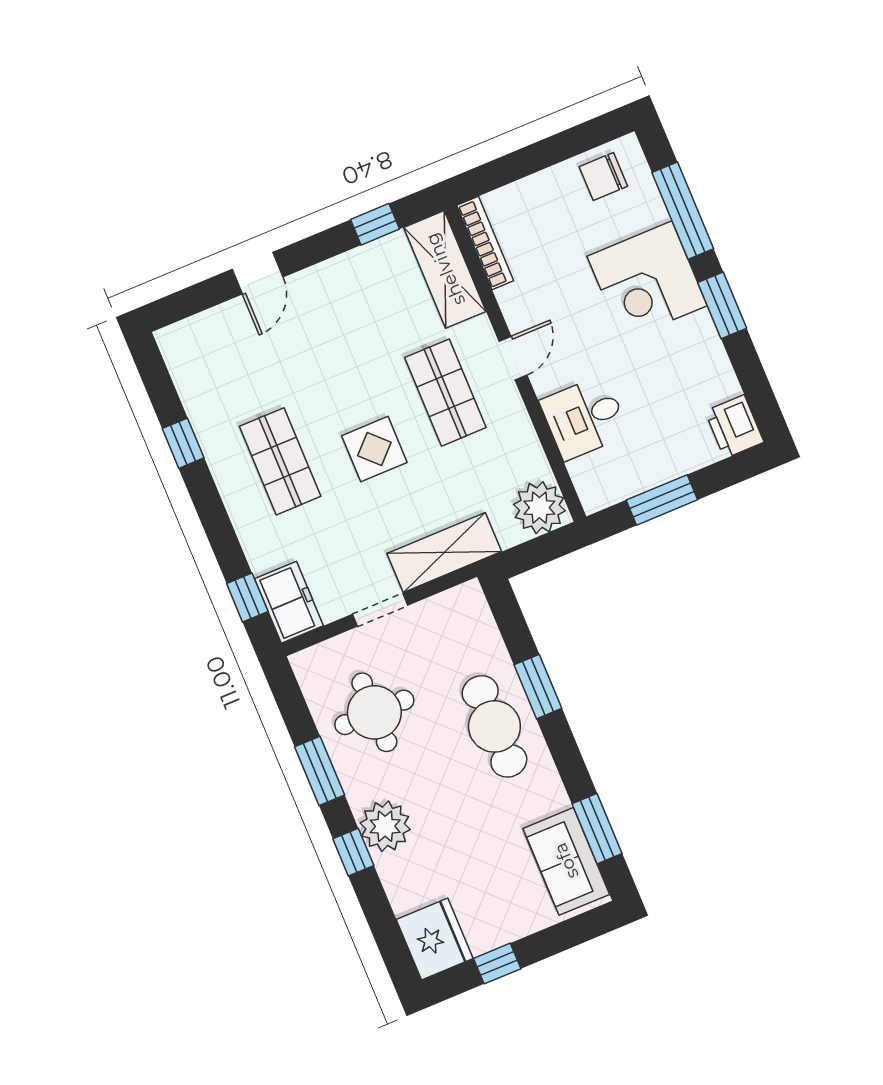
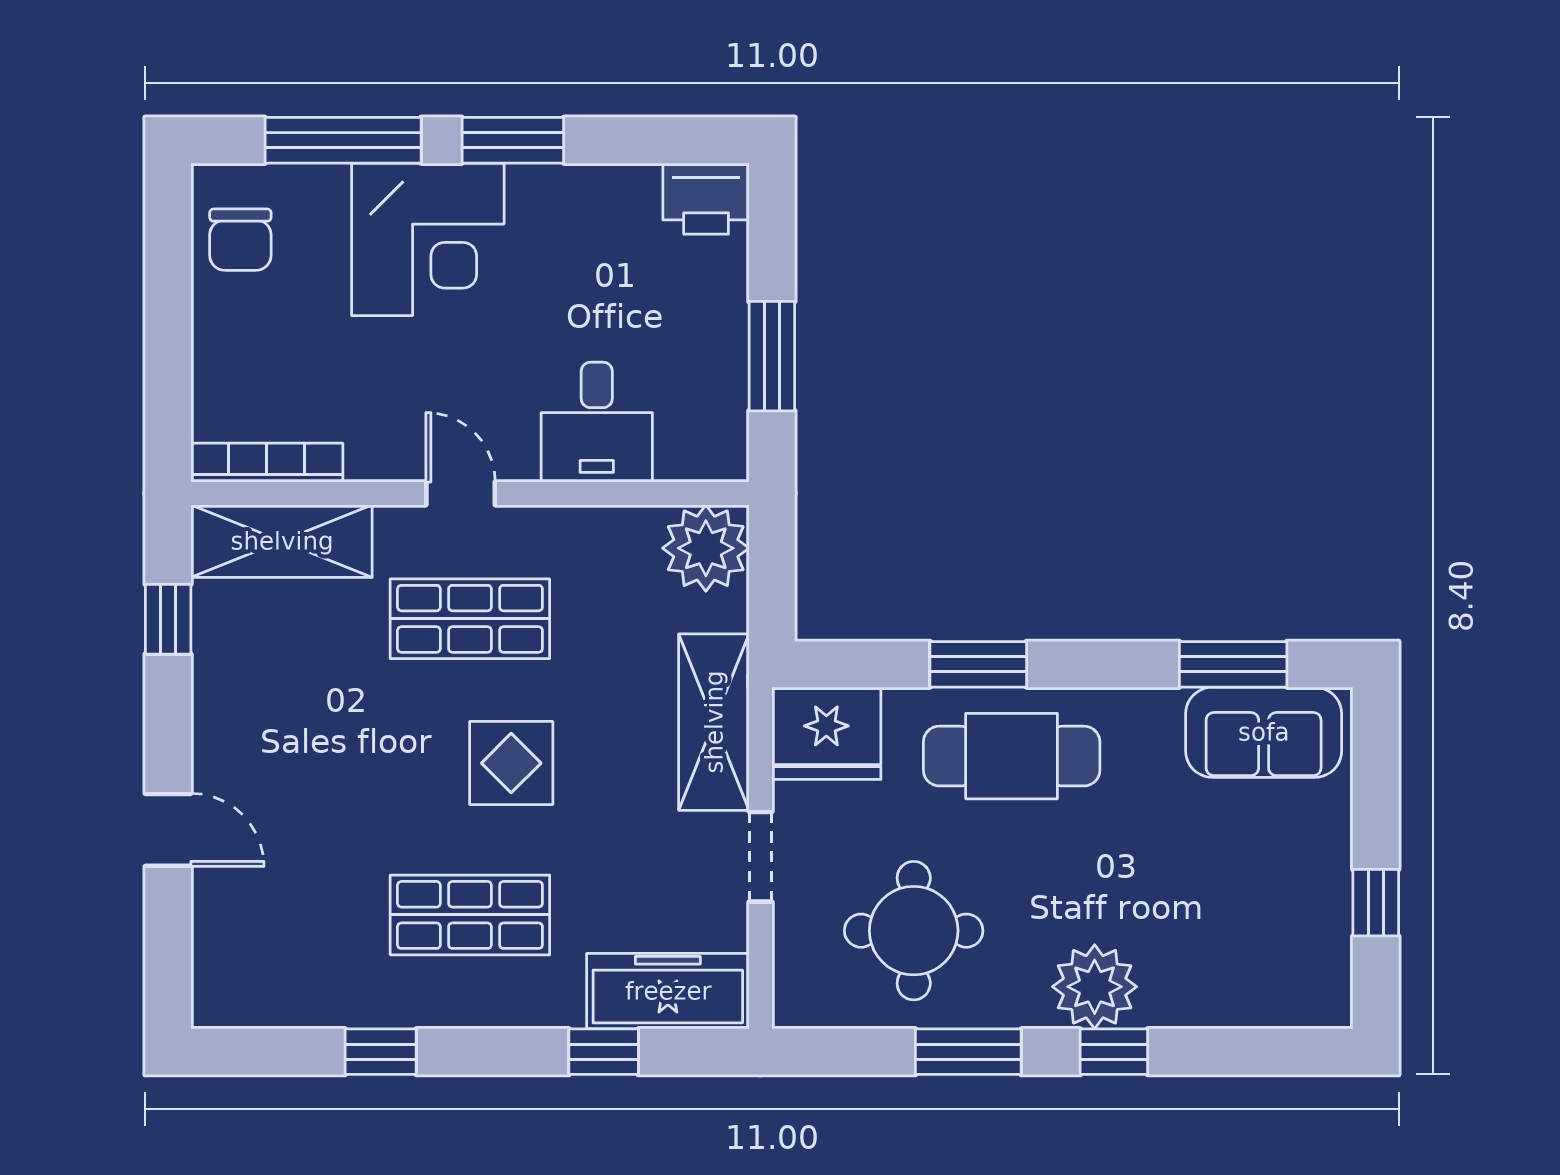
window: (247, 597) -> (604, 1052), moved
freezer: (289, 602) -> (668, 991), width x1.40
fridge: (435, 939) -> (826, 733), moved, turned 180

